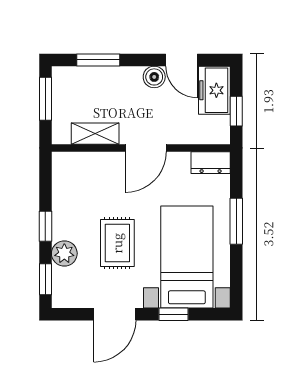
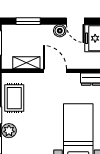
door: (146, 148) -> (55, 71), swing flipped
rug: (117, 243) -> (14, 98), moved

